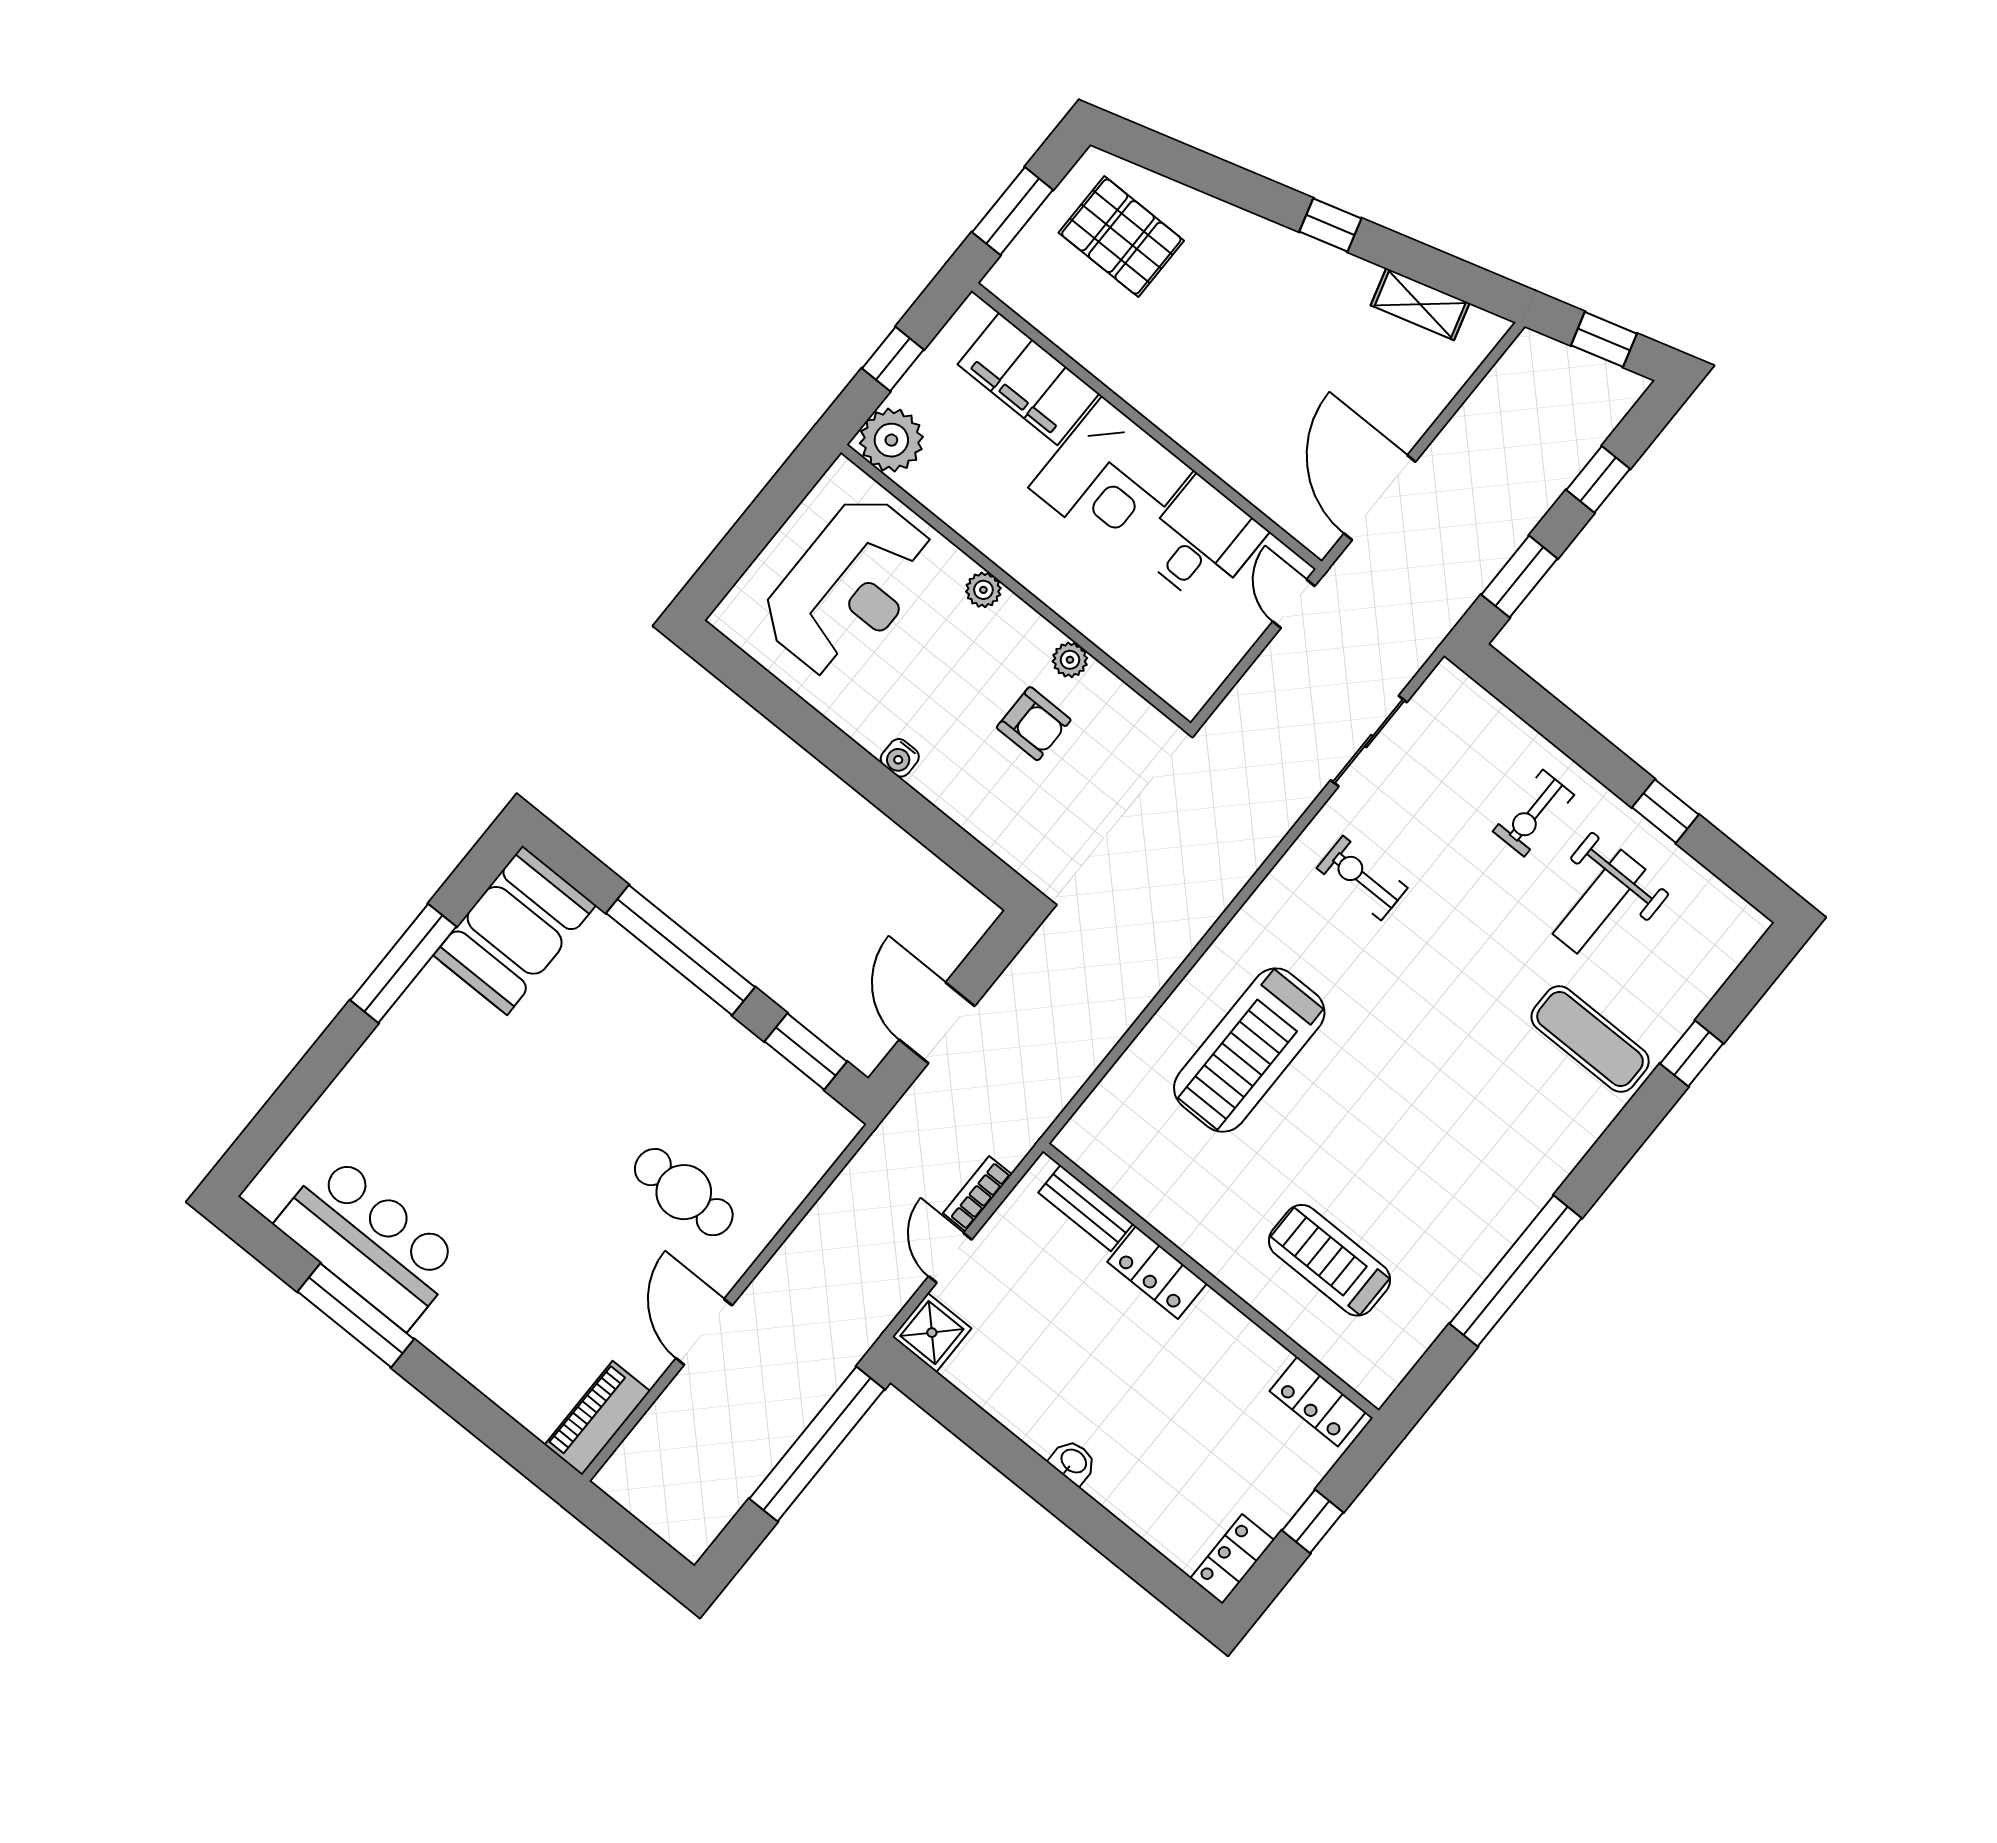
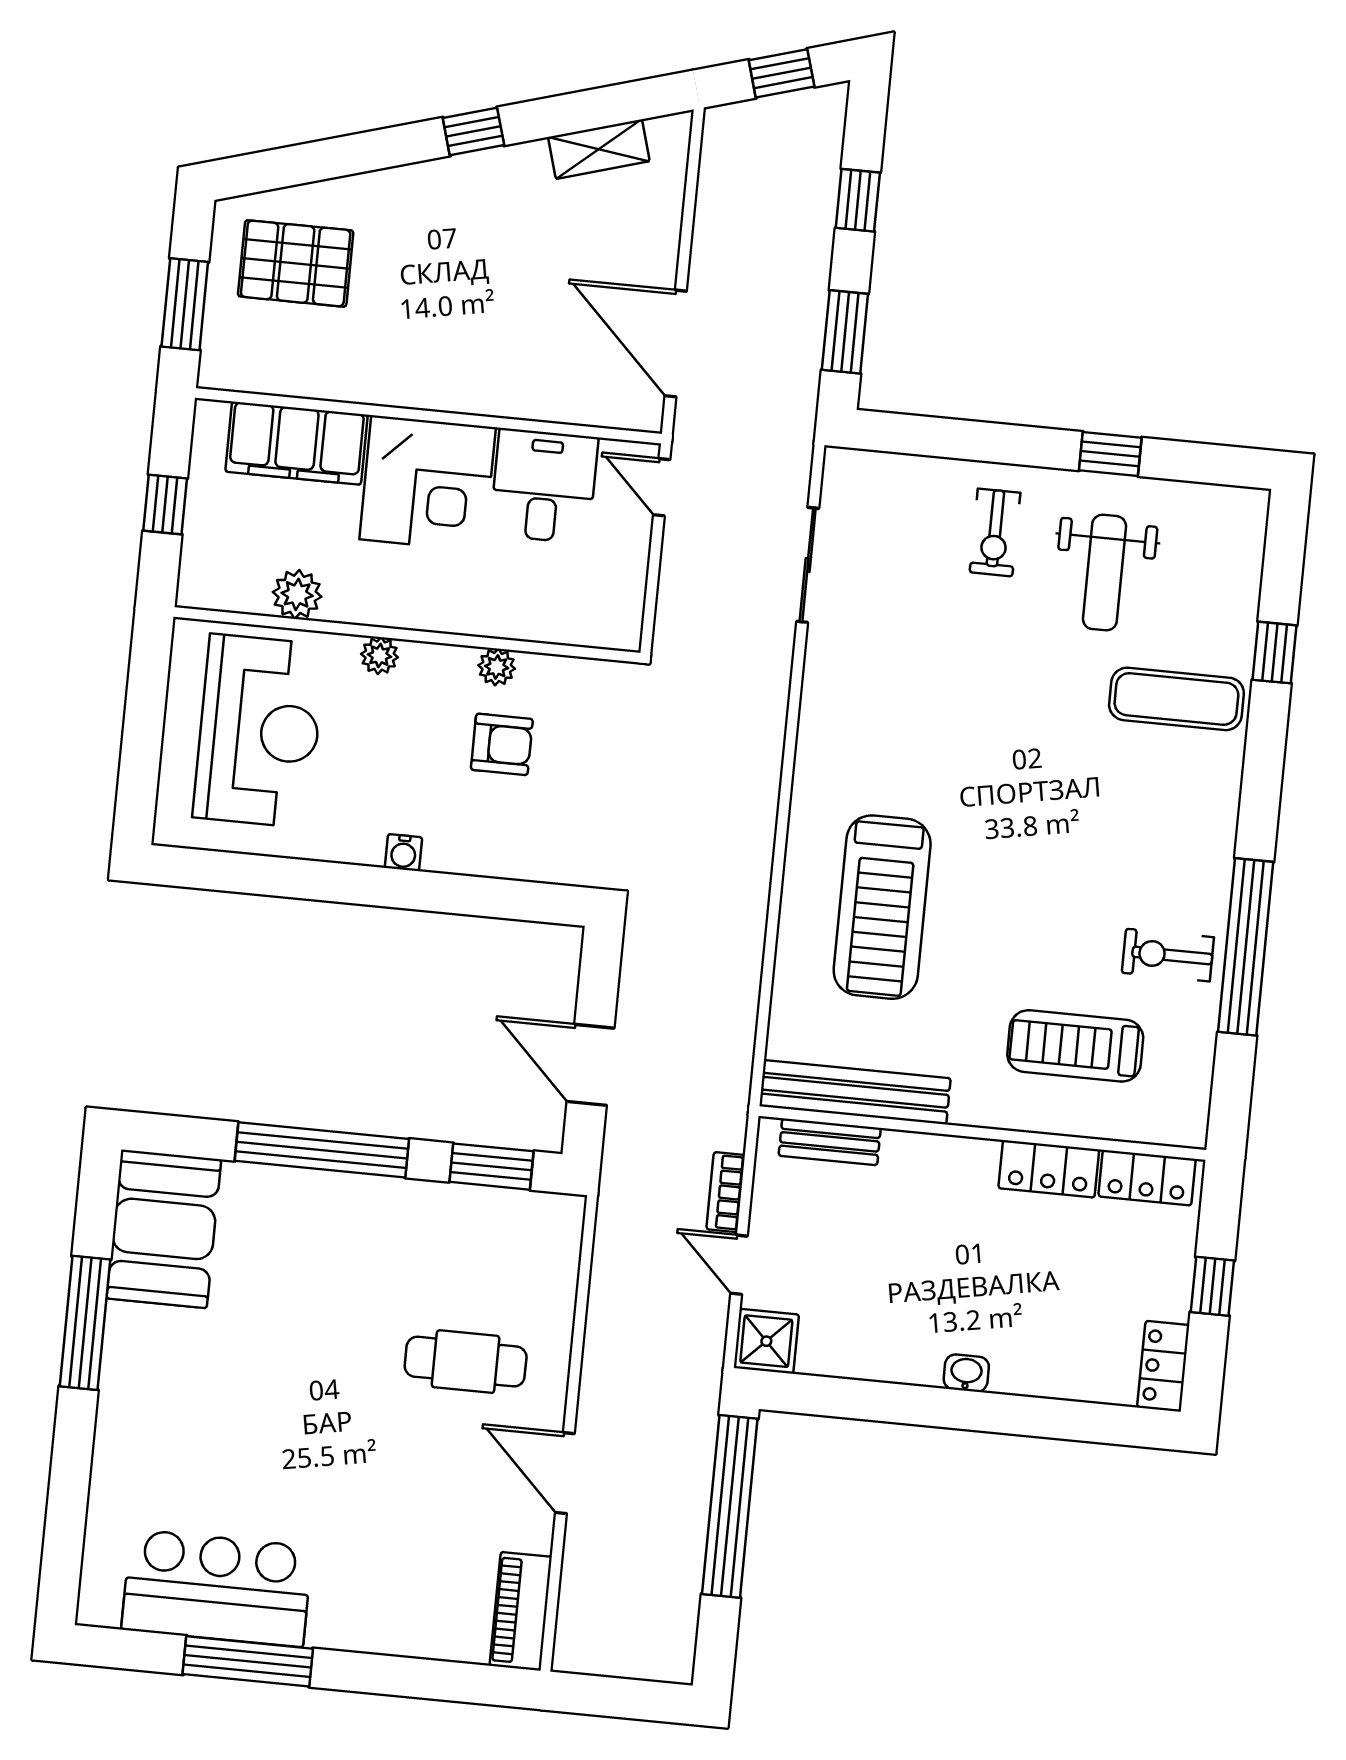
plant: (891, 440) -> (297, 594), moved, width x0.73, depth x0.73
exercise bike: (1362, 878) -> (1168, 955), moved
bench: (1131, 1182) -> (855, 1092), added
locker: (1157, 1273) -> (1049, 1169), moved

